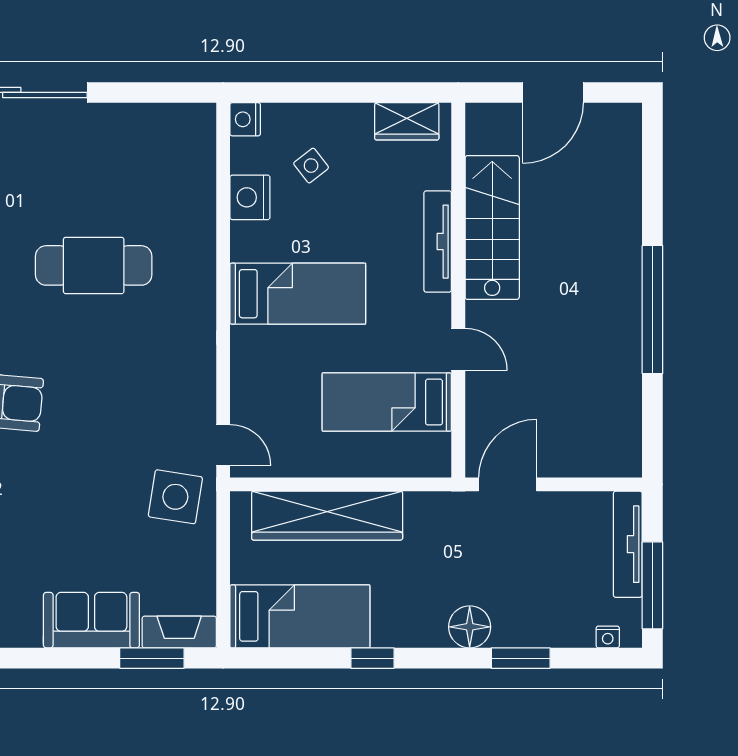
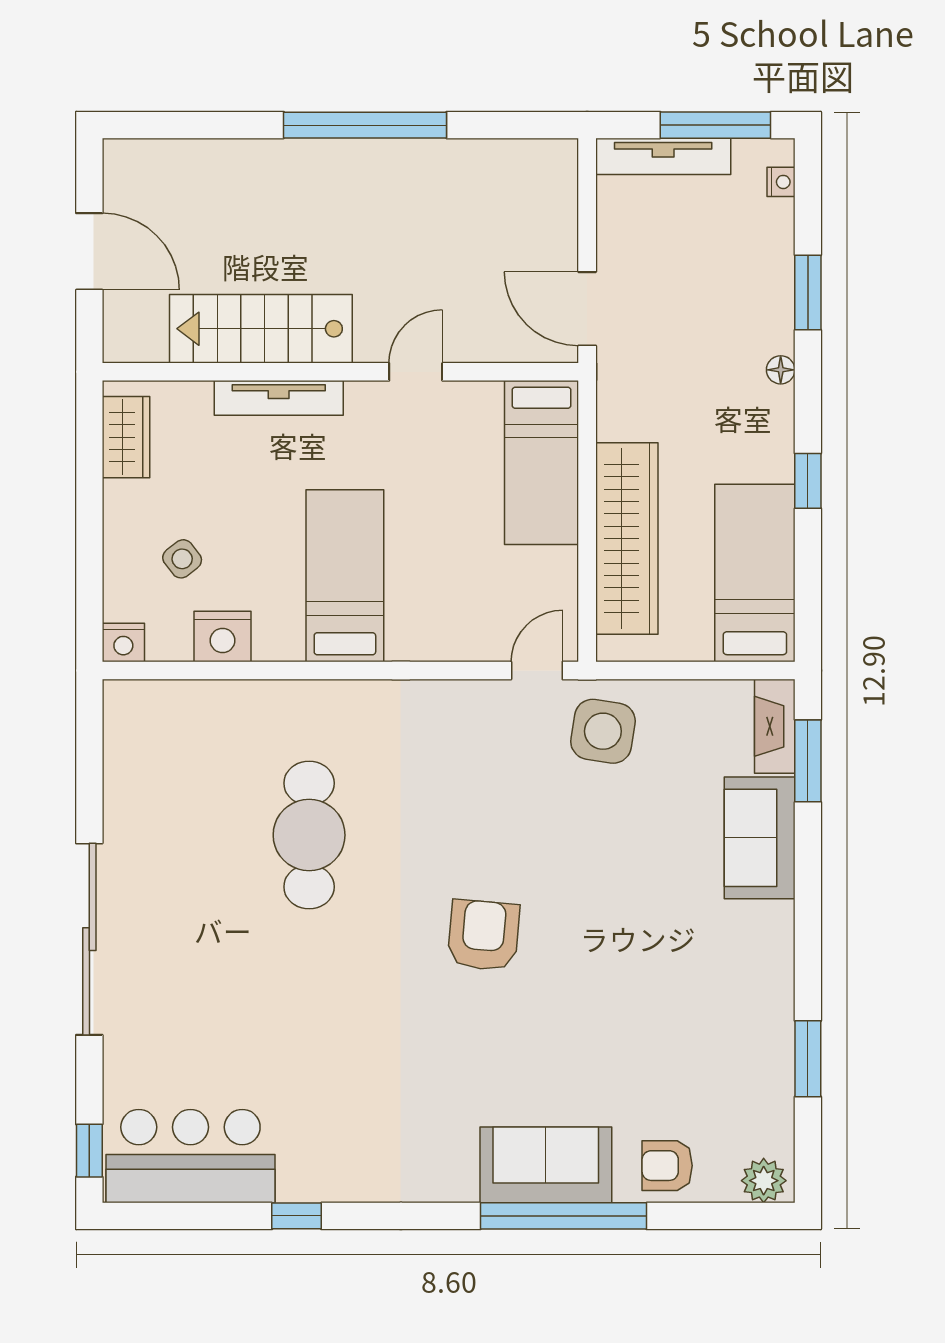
bed: (387, 402) -> (541, 463), moved
floor lamp: (470, 627) -> (781, 370), width x0.53, depth x0.53

